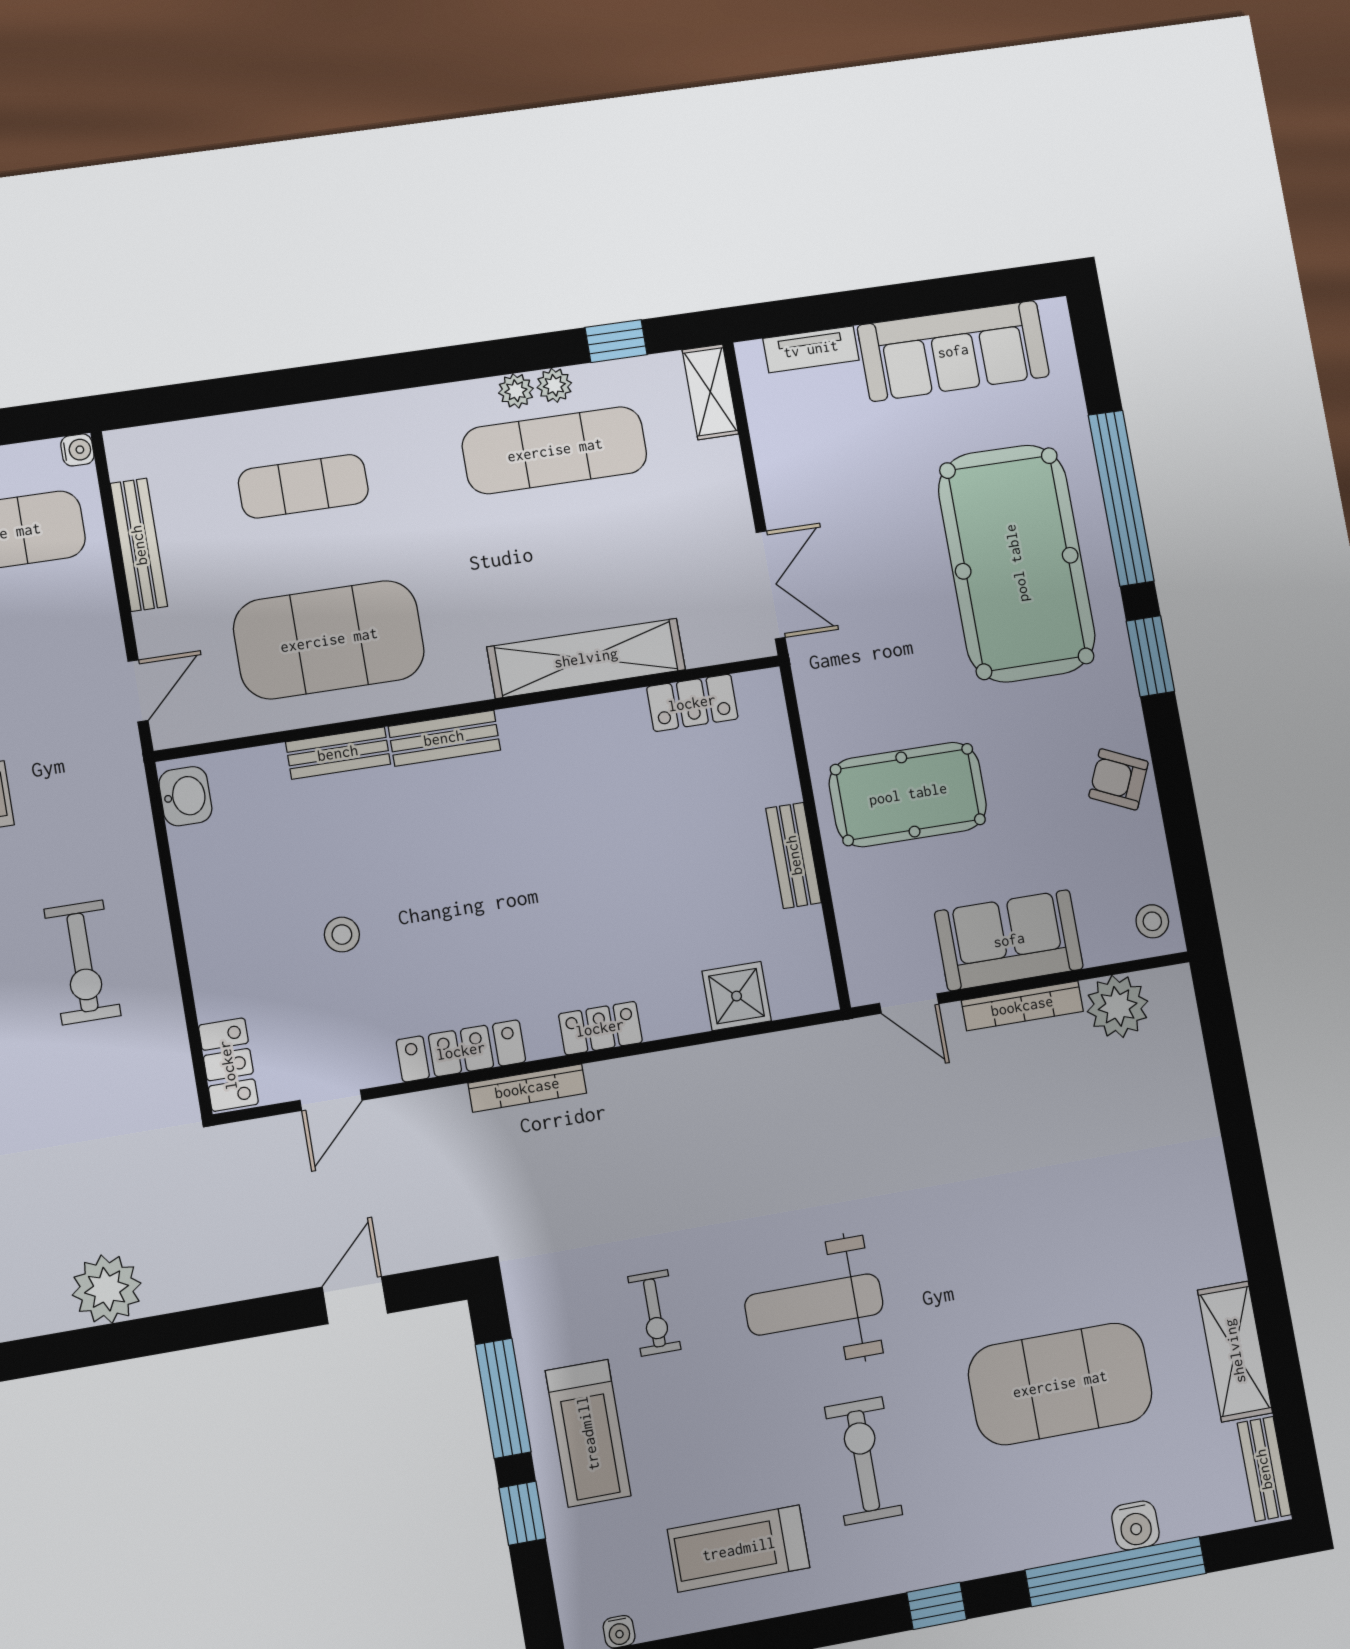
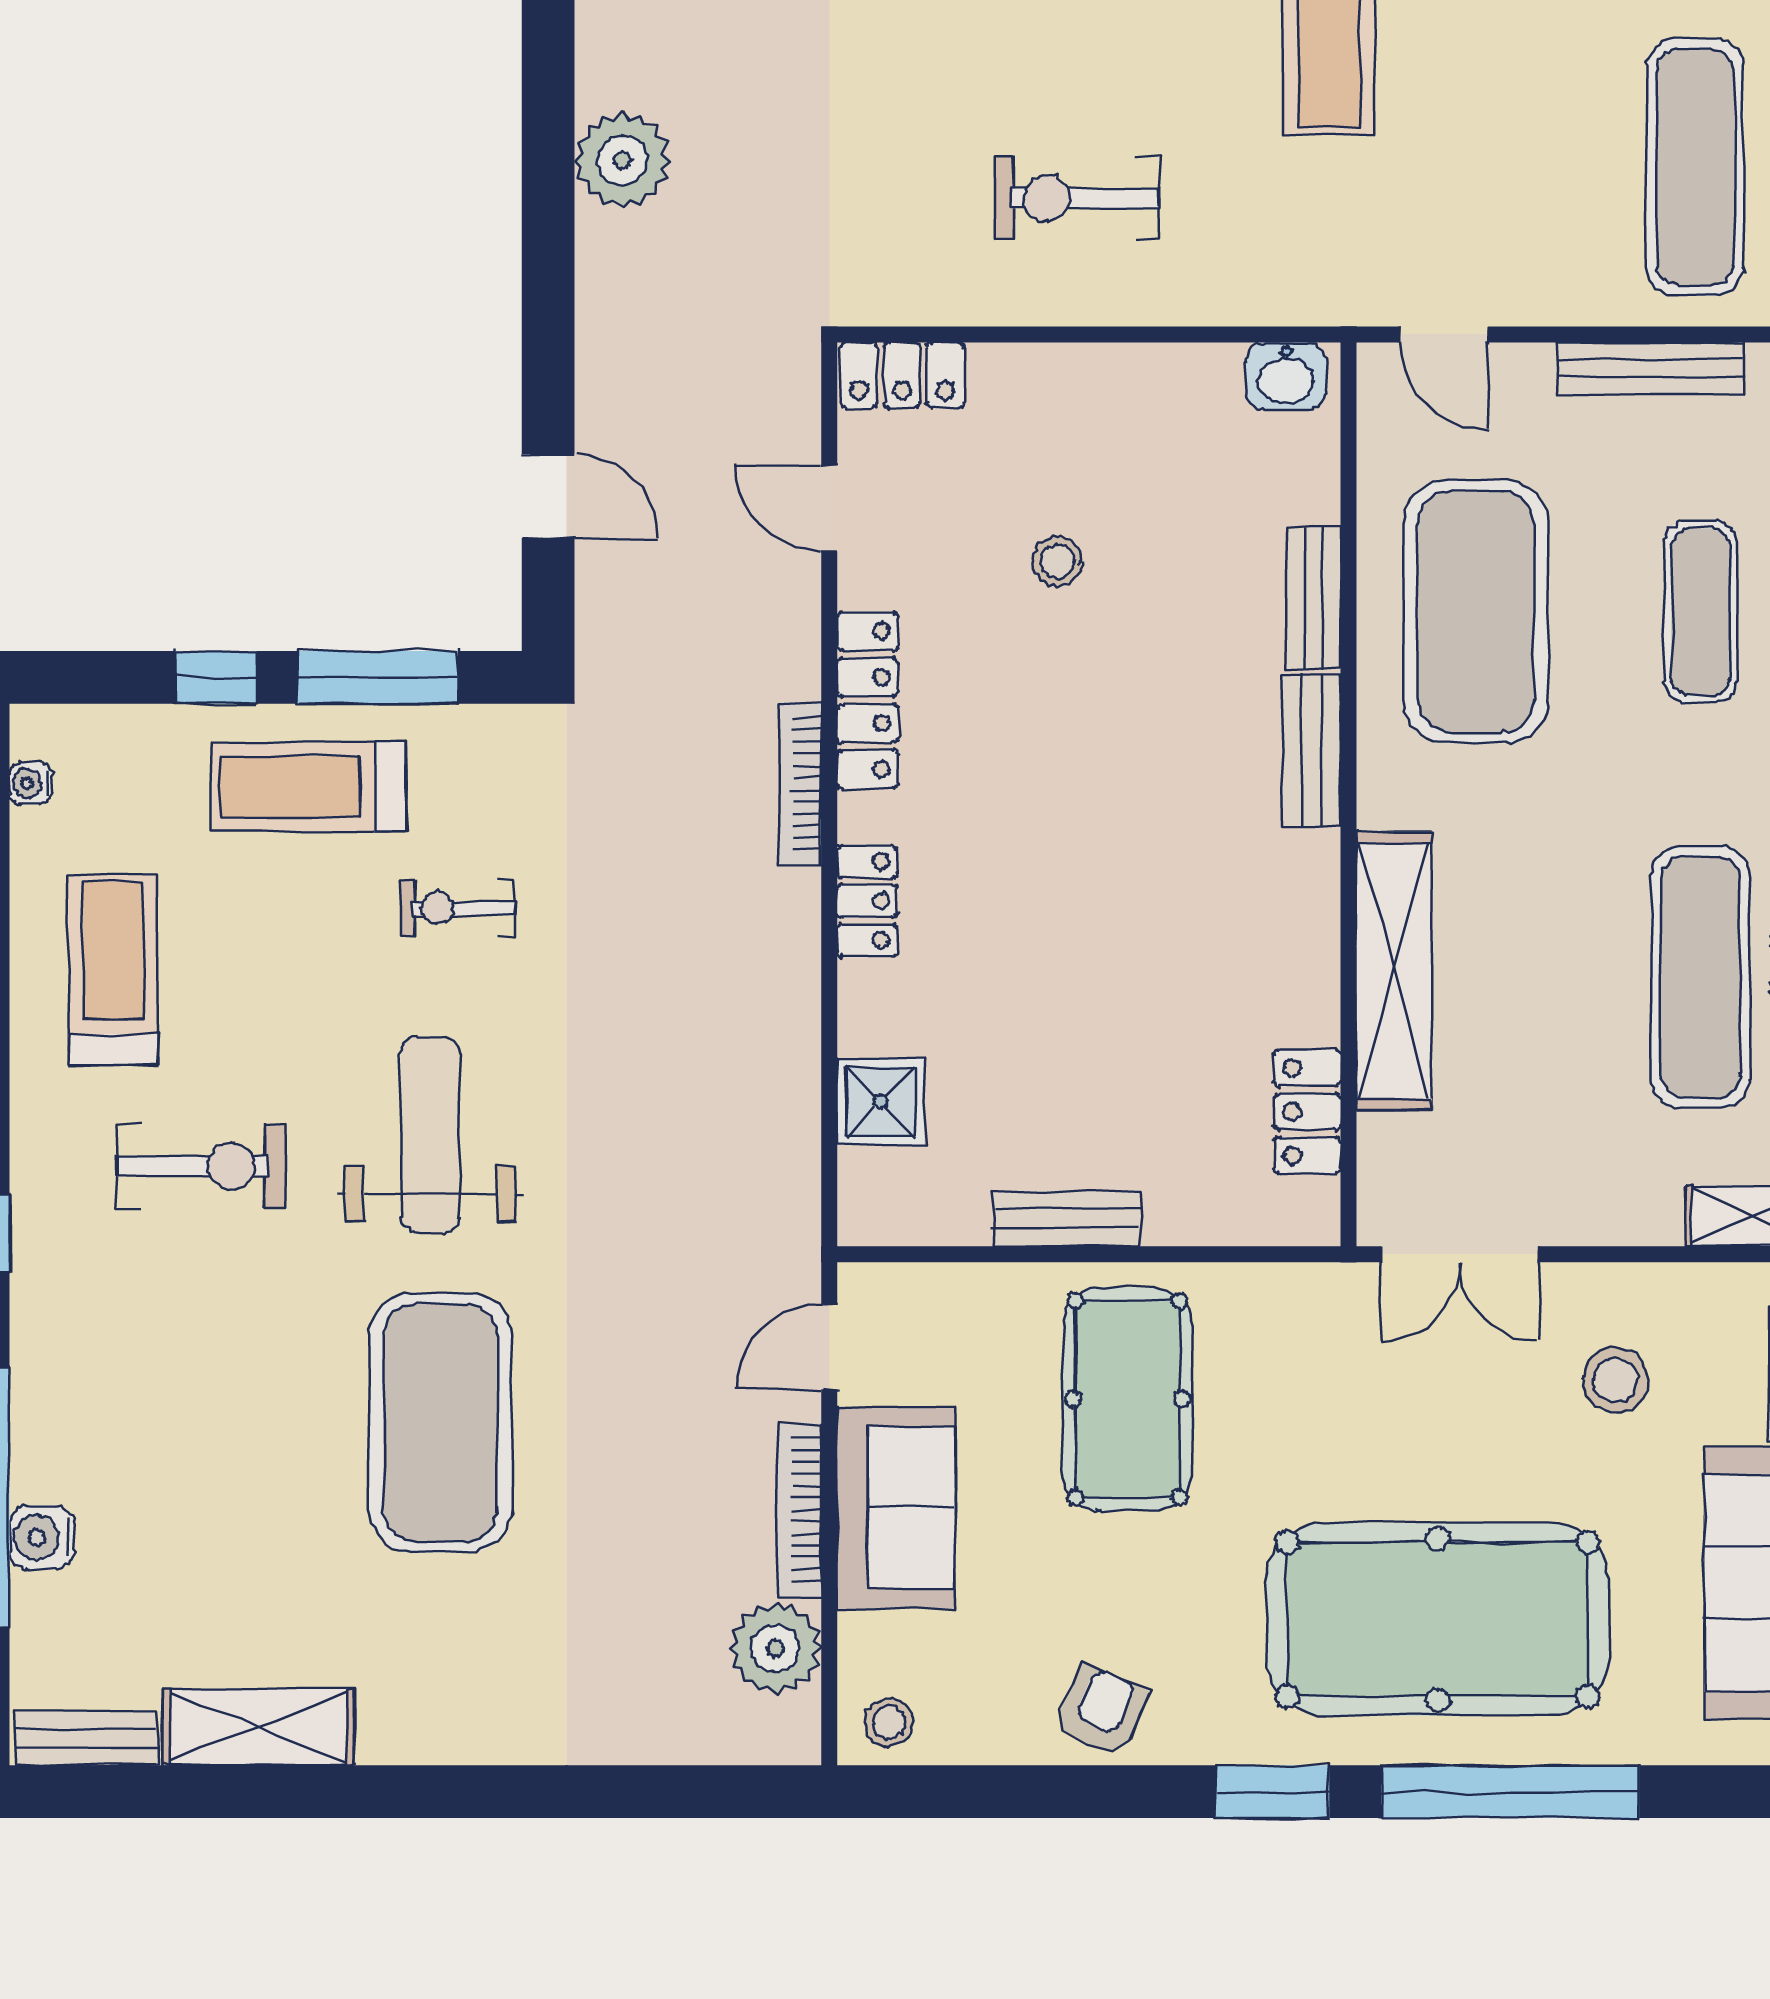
stool: (836, 468) -> (1616, 1380), added
exercise mat: (1060, 1384) -> (440, 1422), moved

